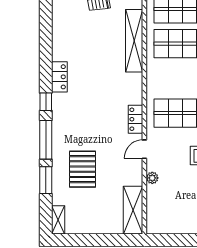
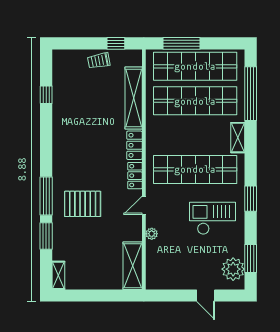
locker: (59, 77) -> (134, 145), moved, turned 180
window: (46, 102) -> (46, 95), moved
pallet: (83, 169) -> (83, 204), moved, turned 90

